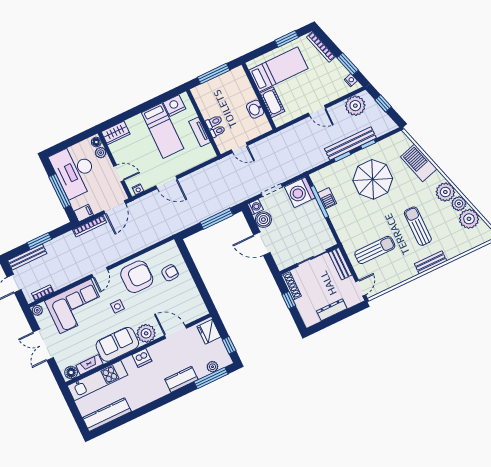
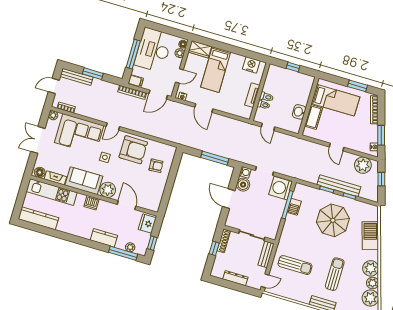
window: (214, 74) -> (293, 67), width x0.46
bed: (163, 131) -> (216, 70), moved
door: (119, 173) -> (179, 76), hinge flipped

